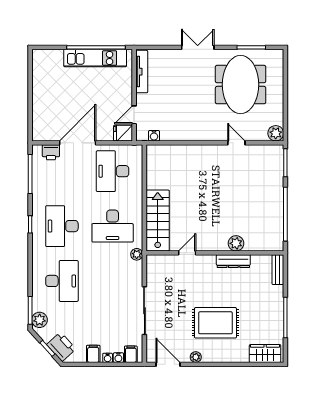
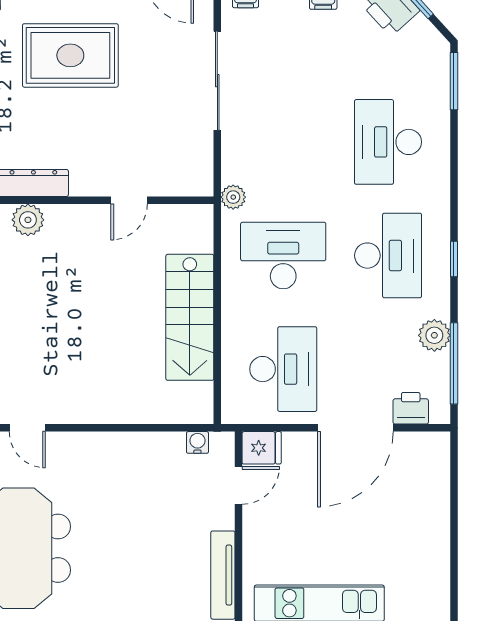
stairs: (158, 221) -> (190, 317), moved
plant: (40, 320) -> (434, 335), moved

